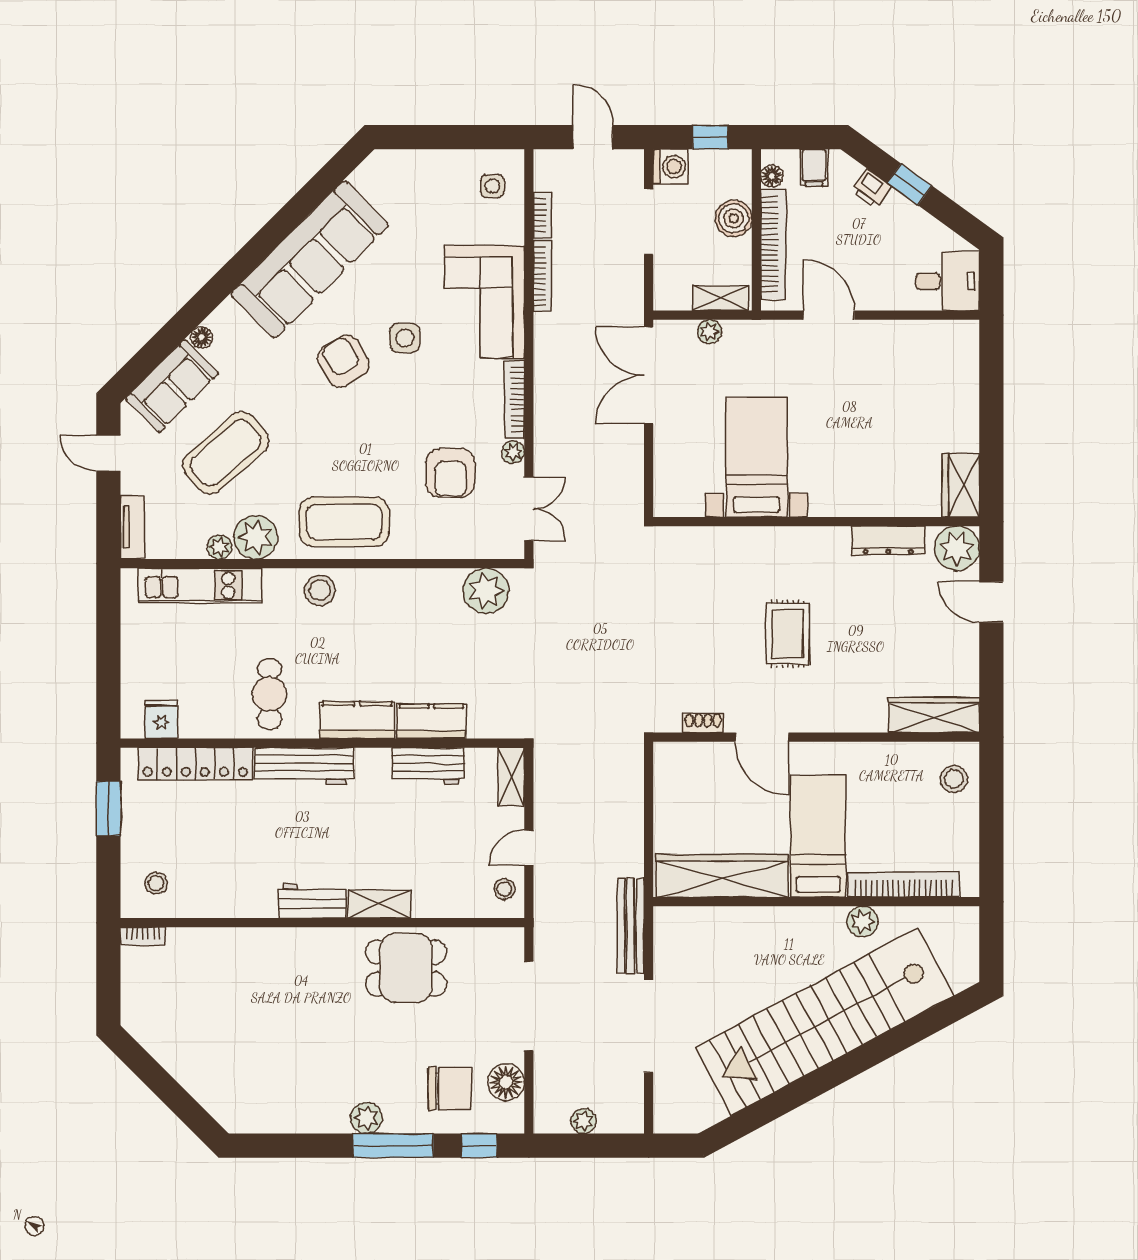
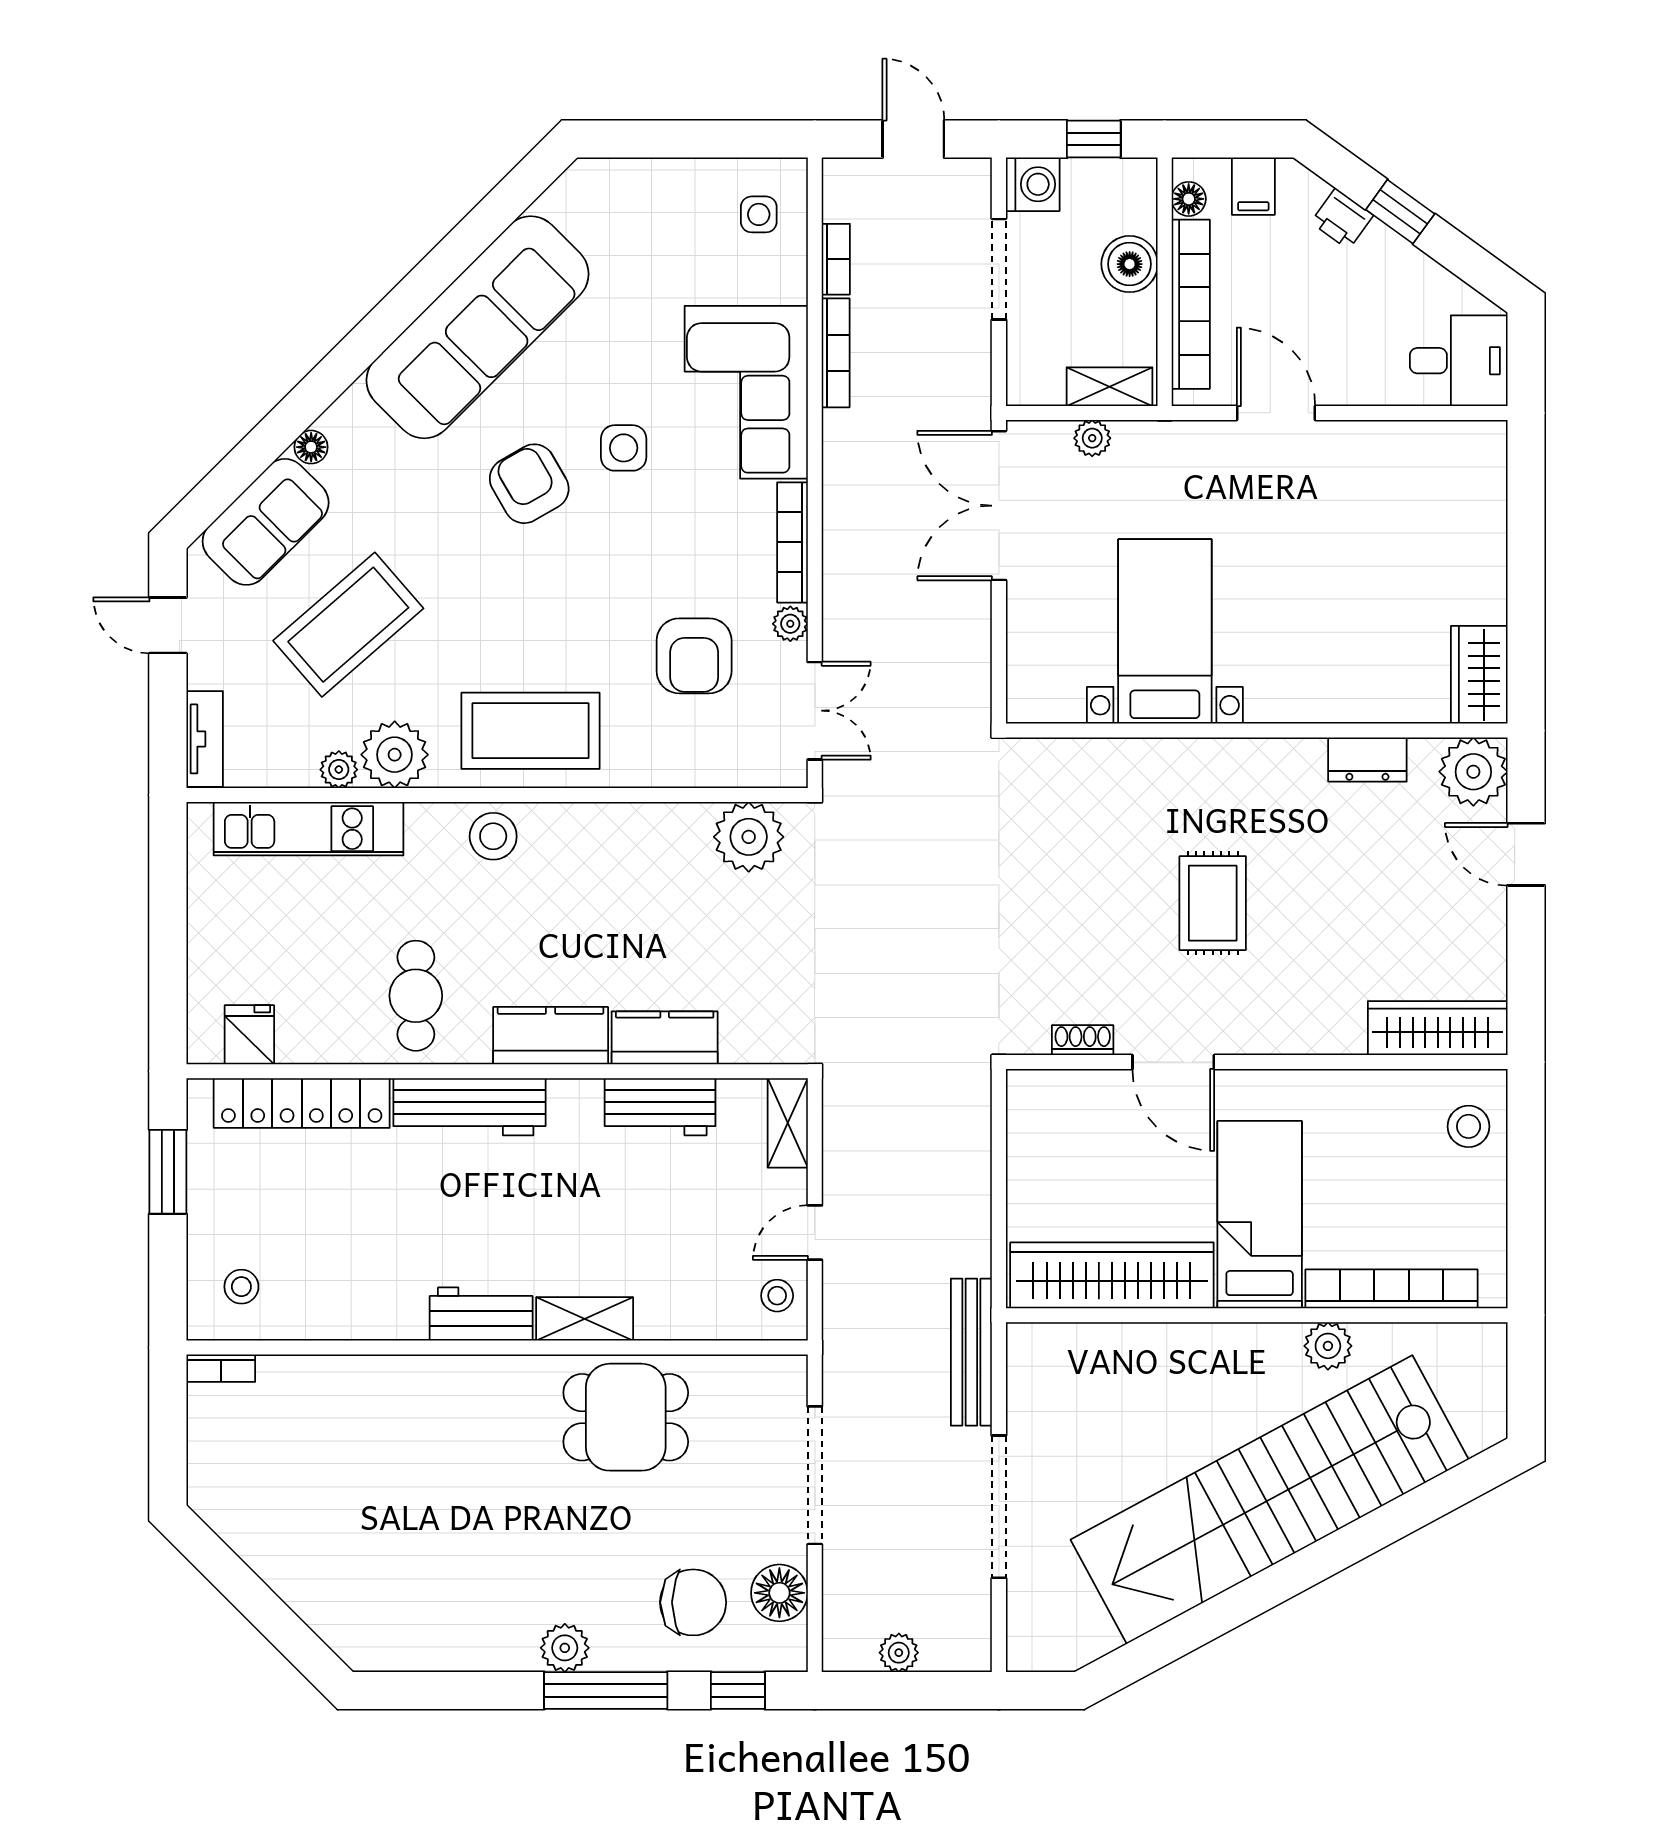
dresser: (888, 540) -> (1367, 760), width x0.70

